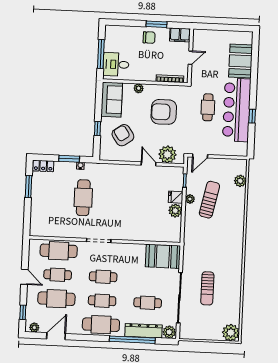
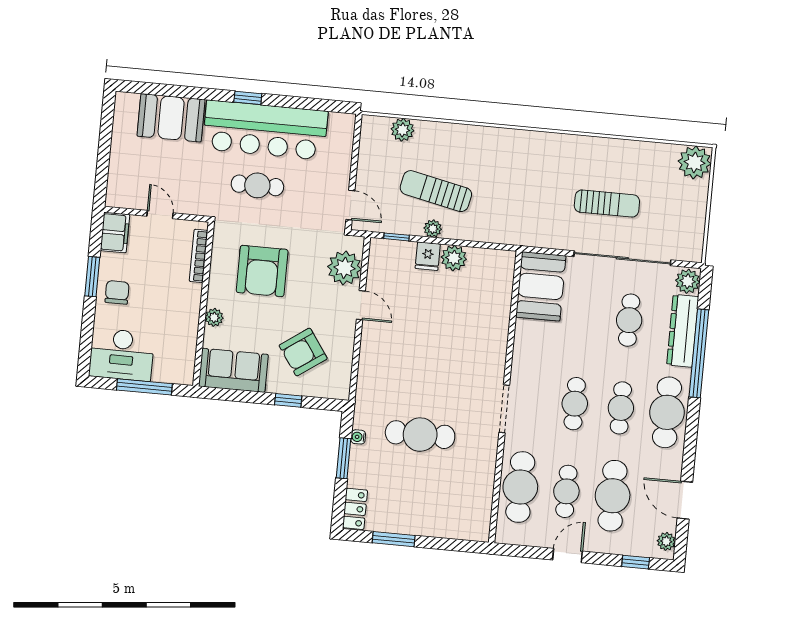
desk: (116, 64) -> (122, 355), moved, width x1.37
window: (252, 116) -> (248, 98), moved
door: (149, 164) -> (361, 305), swing flipped

